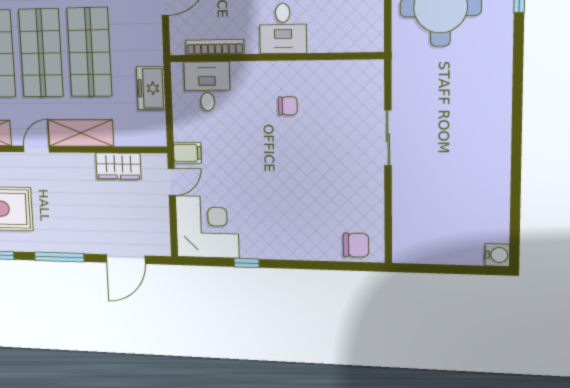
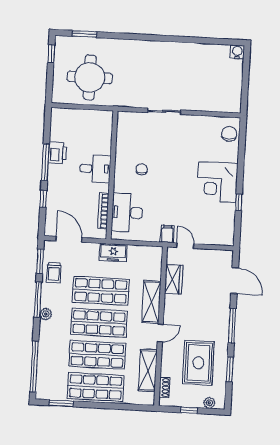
desk: (207, 86) -> (127, 213), width x1.37
freezer: (151, 88) -> (113, 253), moved
door: (37, 149) -> (160, 333), swing flipped
corner desk: (207, 227) -> (217, 182), moved, turned -90

